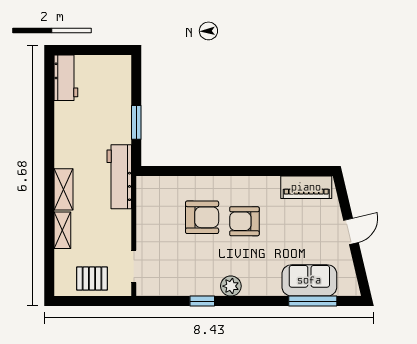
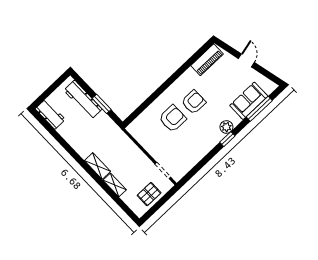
workbench: (119, 177) -> (83, 100), moved
armchair: (244, 221) -> (194, 102), turned 180
plant: (231, 286) -> (226, 127), moved
window: (202, 301) -> (227, 139), moved

